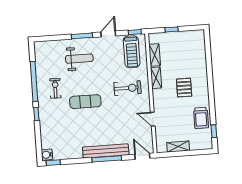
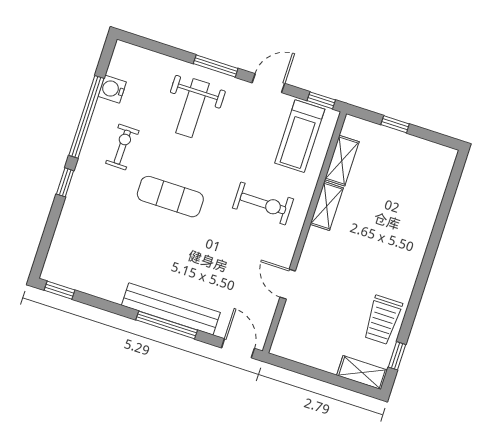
weight bench: (79, 59) -> (193, 108), turned 90
pallet: (184, 88) -> (373, 247), removed
shelving: (178, 147) -> (362, 373), moved
water cooler: (47, 155) -> (112, 89), moved

